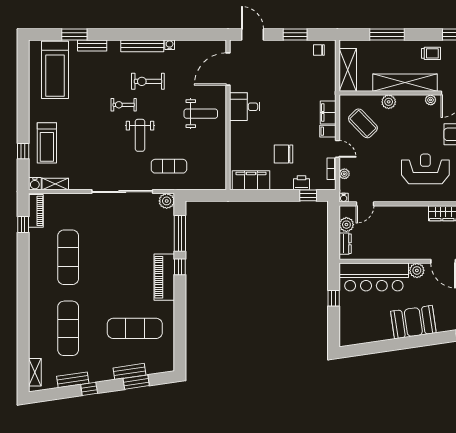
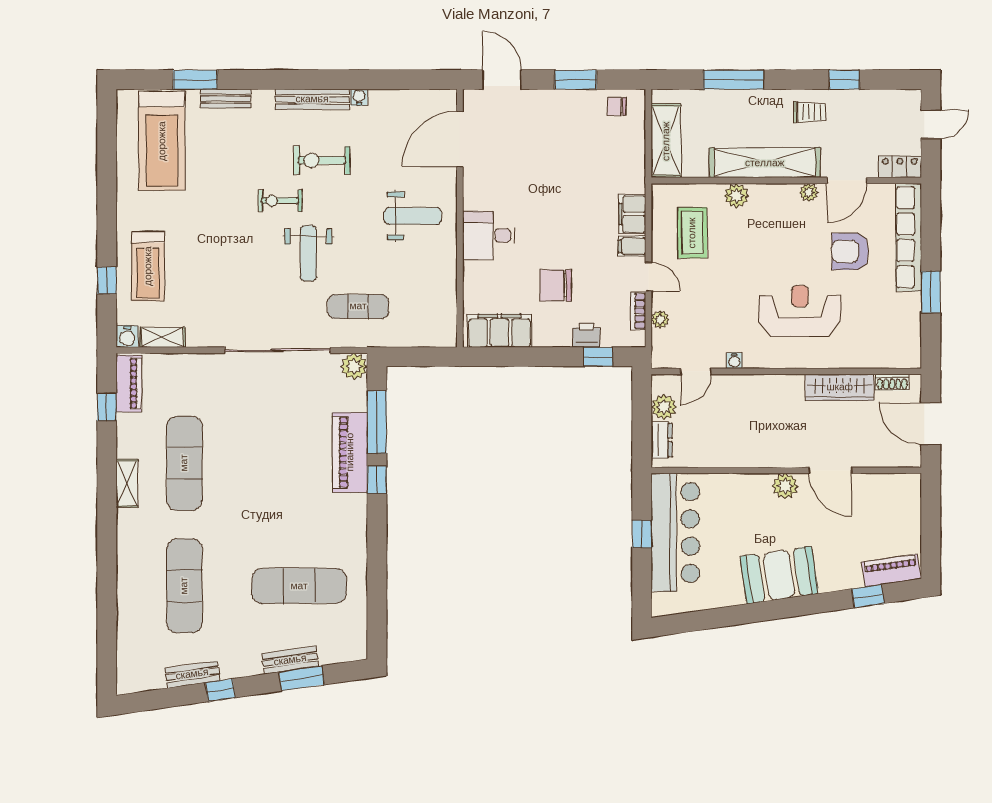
desk: (245, 107) -> (489, 235), moved
coffee table: (363, 123) -> (692, 233), turned 44
water cooler: (344, 198) -> (734, 361), moved
piano: (164, 277) -> (350, 452), moved
bar counter: (374, 277) -> (675, 532), moved, turned -90
shelving: (35, 372) -> (127, 483), moved

